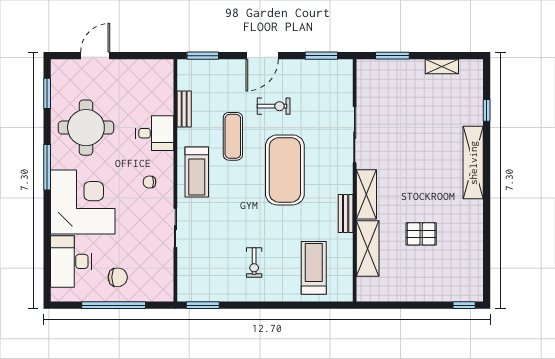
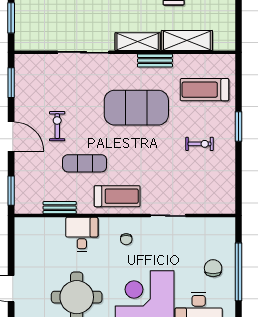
exercise mat: (285, 170) -> (136, 108), moved
window: (203, 305) -> (238, 126), moved

